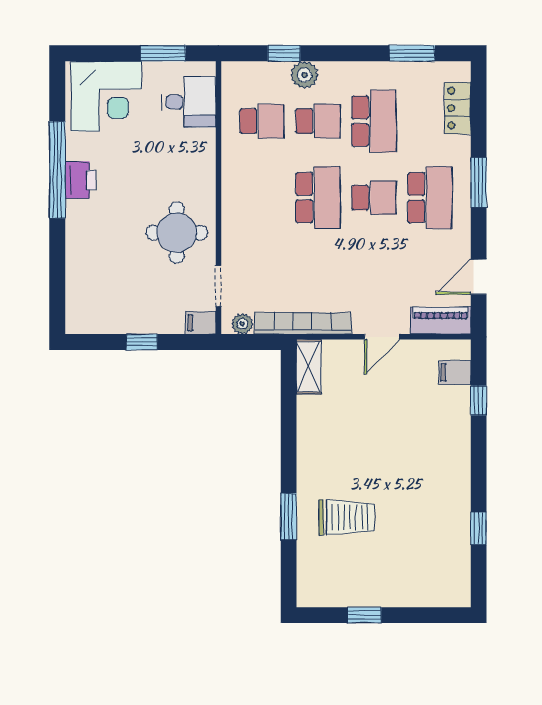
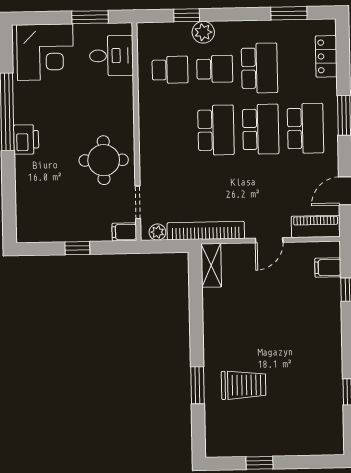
printer: (80, 180) -> (26, 140), moved
school desk: (374, 198) -> (261, 129), width x1.85

